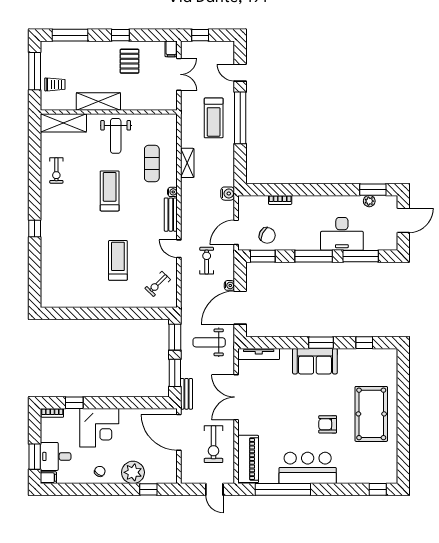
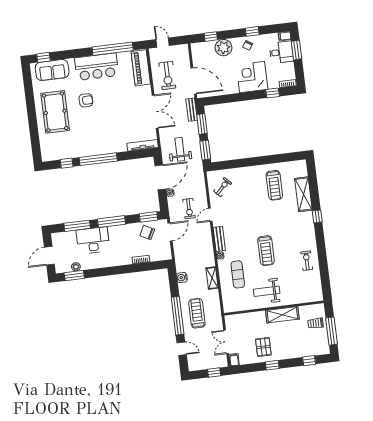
window: (70, 35) -> (309, 361), width x0.46
shelving: (63, 123) -> (303, 194), moved, turned 90
weight bench: (116, 136) -> (267, 291), turned -90
water cooler: (228, 194) -> (182, 278), moved
door: (179, 249) -> (210, 215), swing flipped
treadmill: (118, 260) -> (274, 185), moved
weight bench: (209, 342) -> (180, 149), turned -90
window: (321, 343) -> (98, 159), width x2.11
sofa: (315, 361) -> (52, 70), moved, turned 180
exercise bike: (214, 444) -> (167, 75), turned 180
window: (91, 489) -> (252, 31), added

